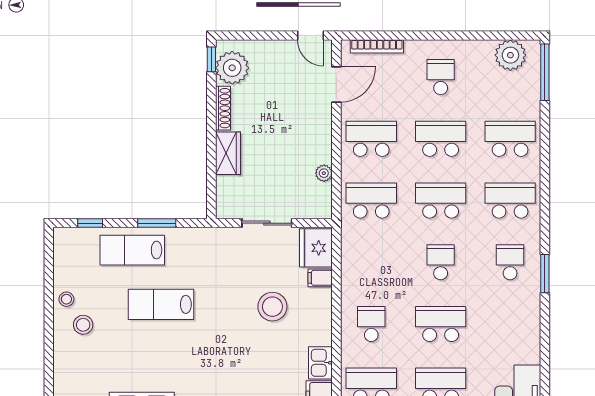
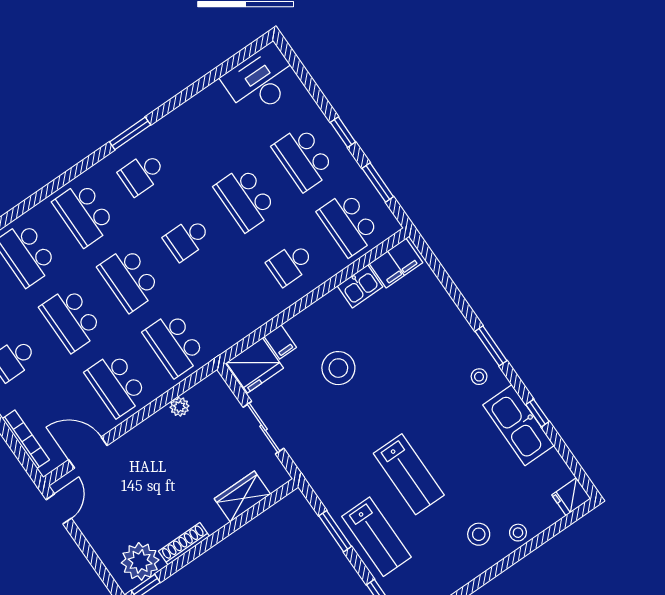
wardrobe: (228, 153) -> (242, 496), moved
stool: (66, 299) -> (518, 533), moved

